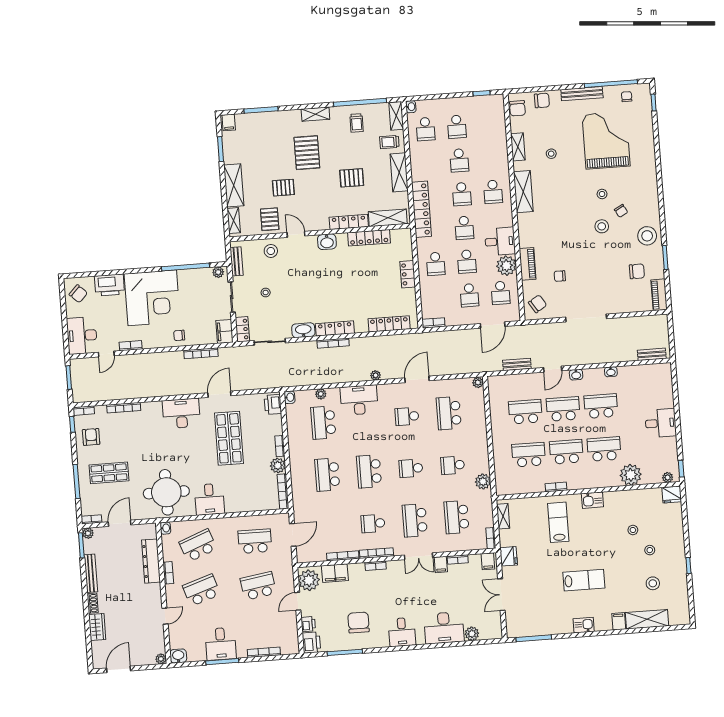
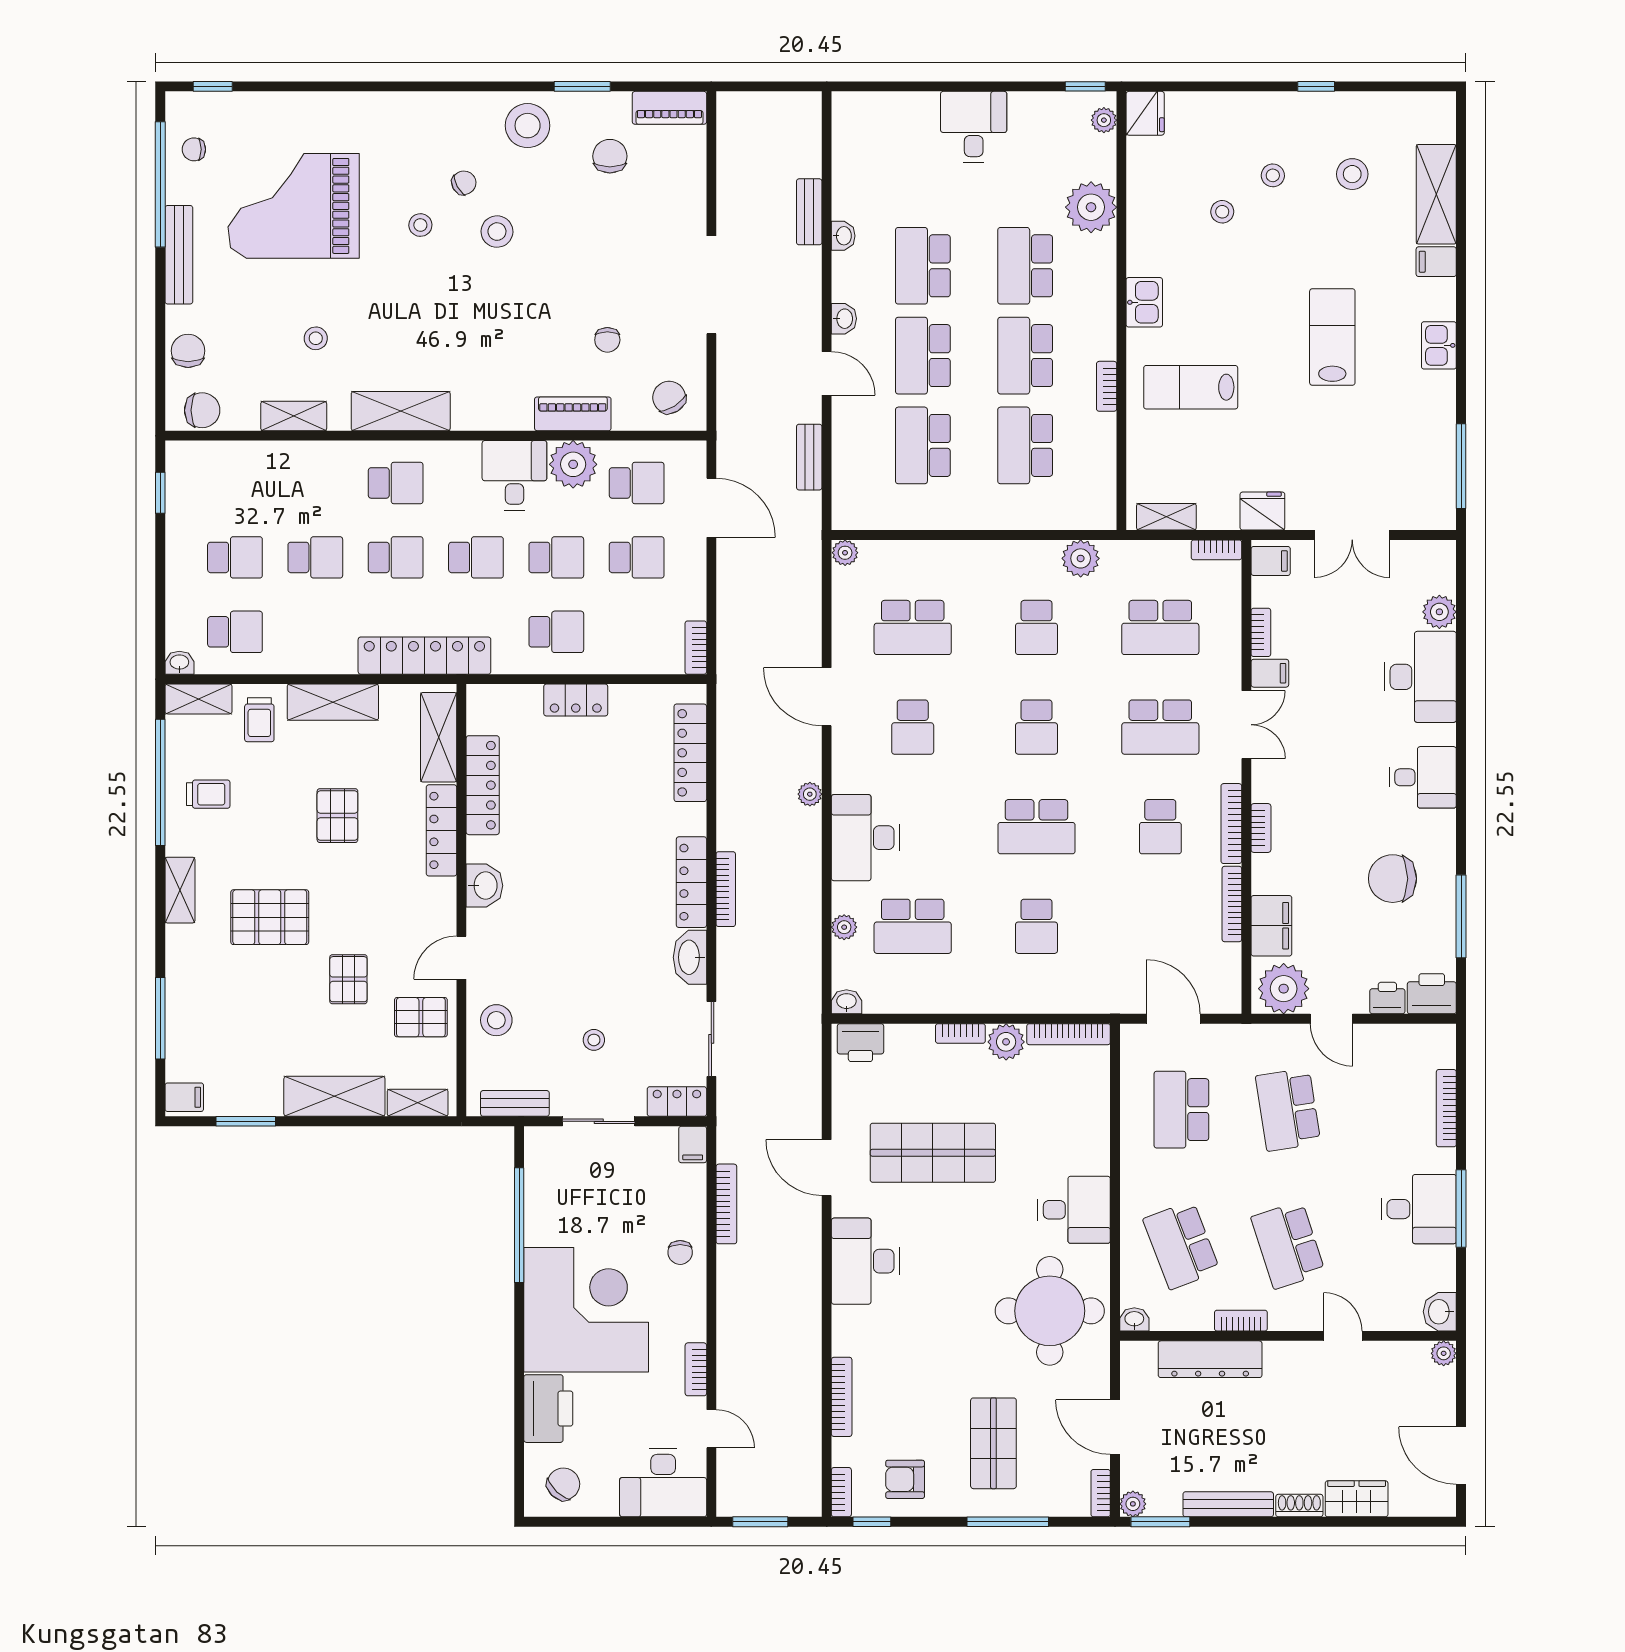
plant: (218, 272) -> (537, 1149), removed
filing cabinet: (224, 331) -> (693, 1144), width x0.50
bench: (652, 354) -> (809, 212), moved
school desk: (327, 475) -> (1037, 926), width x0.54

